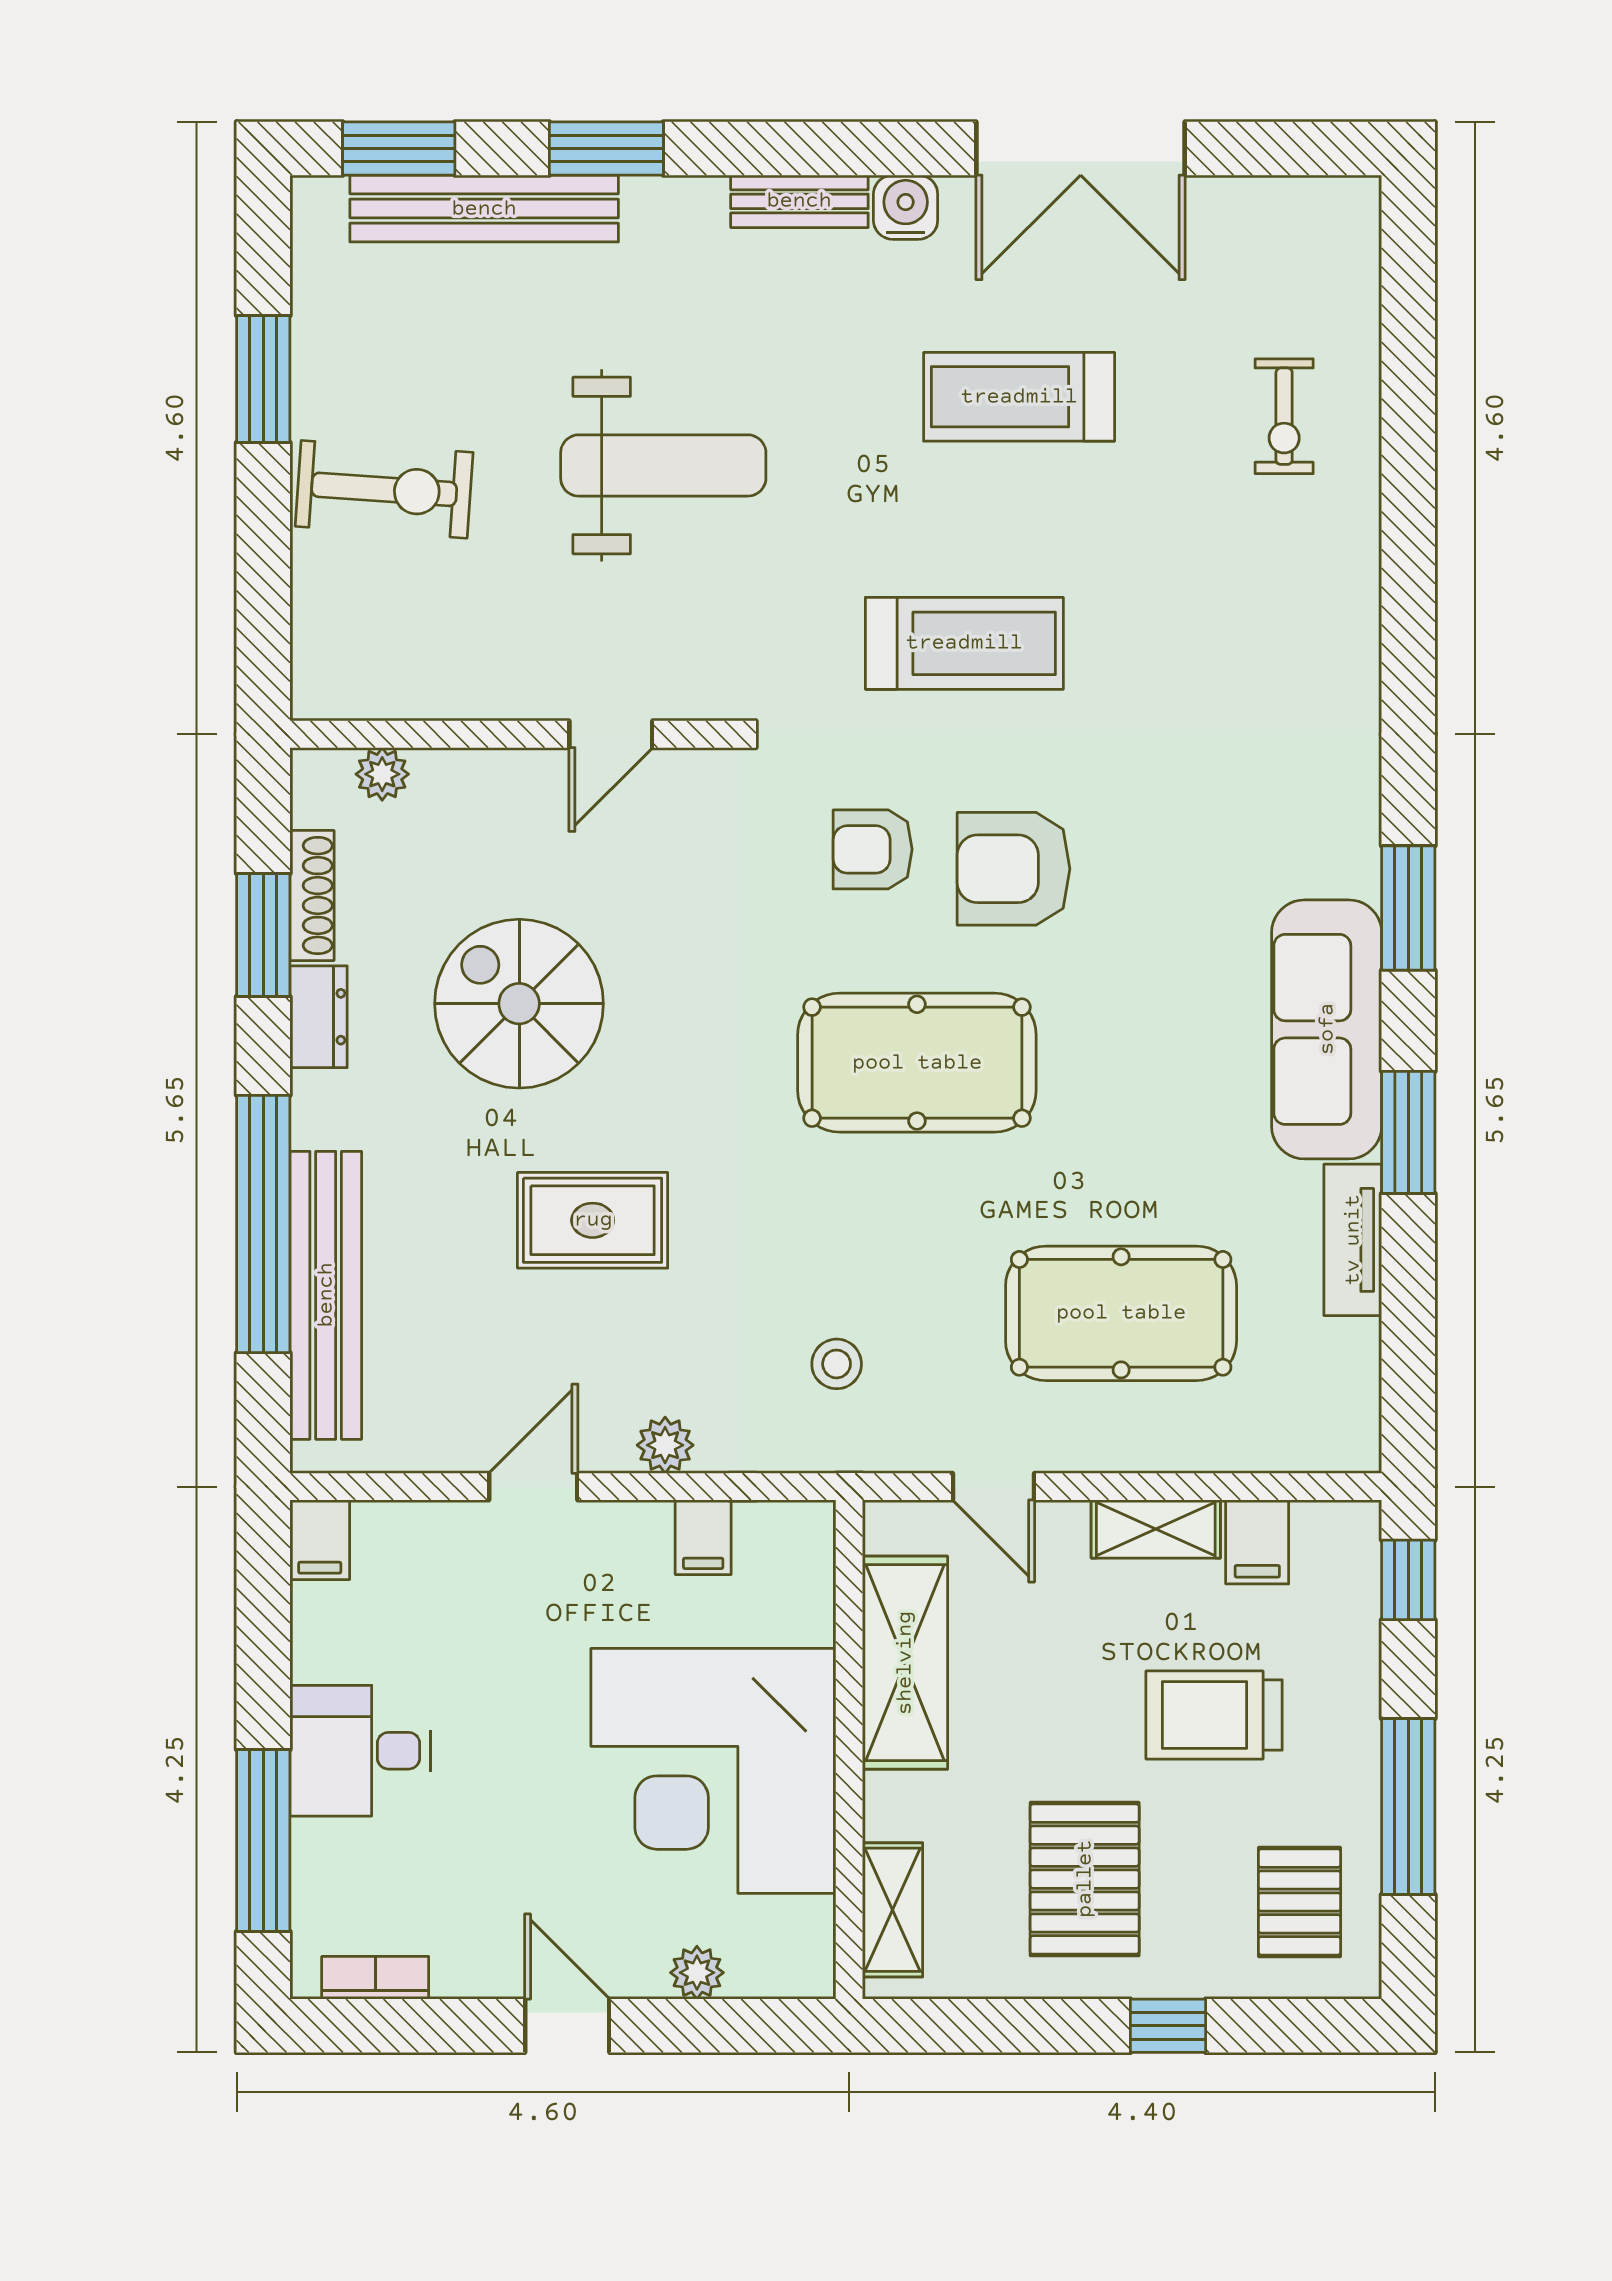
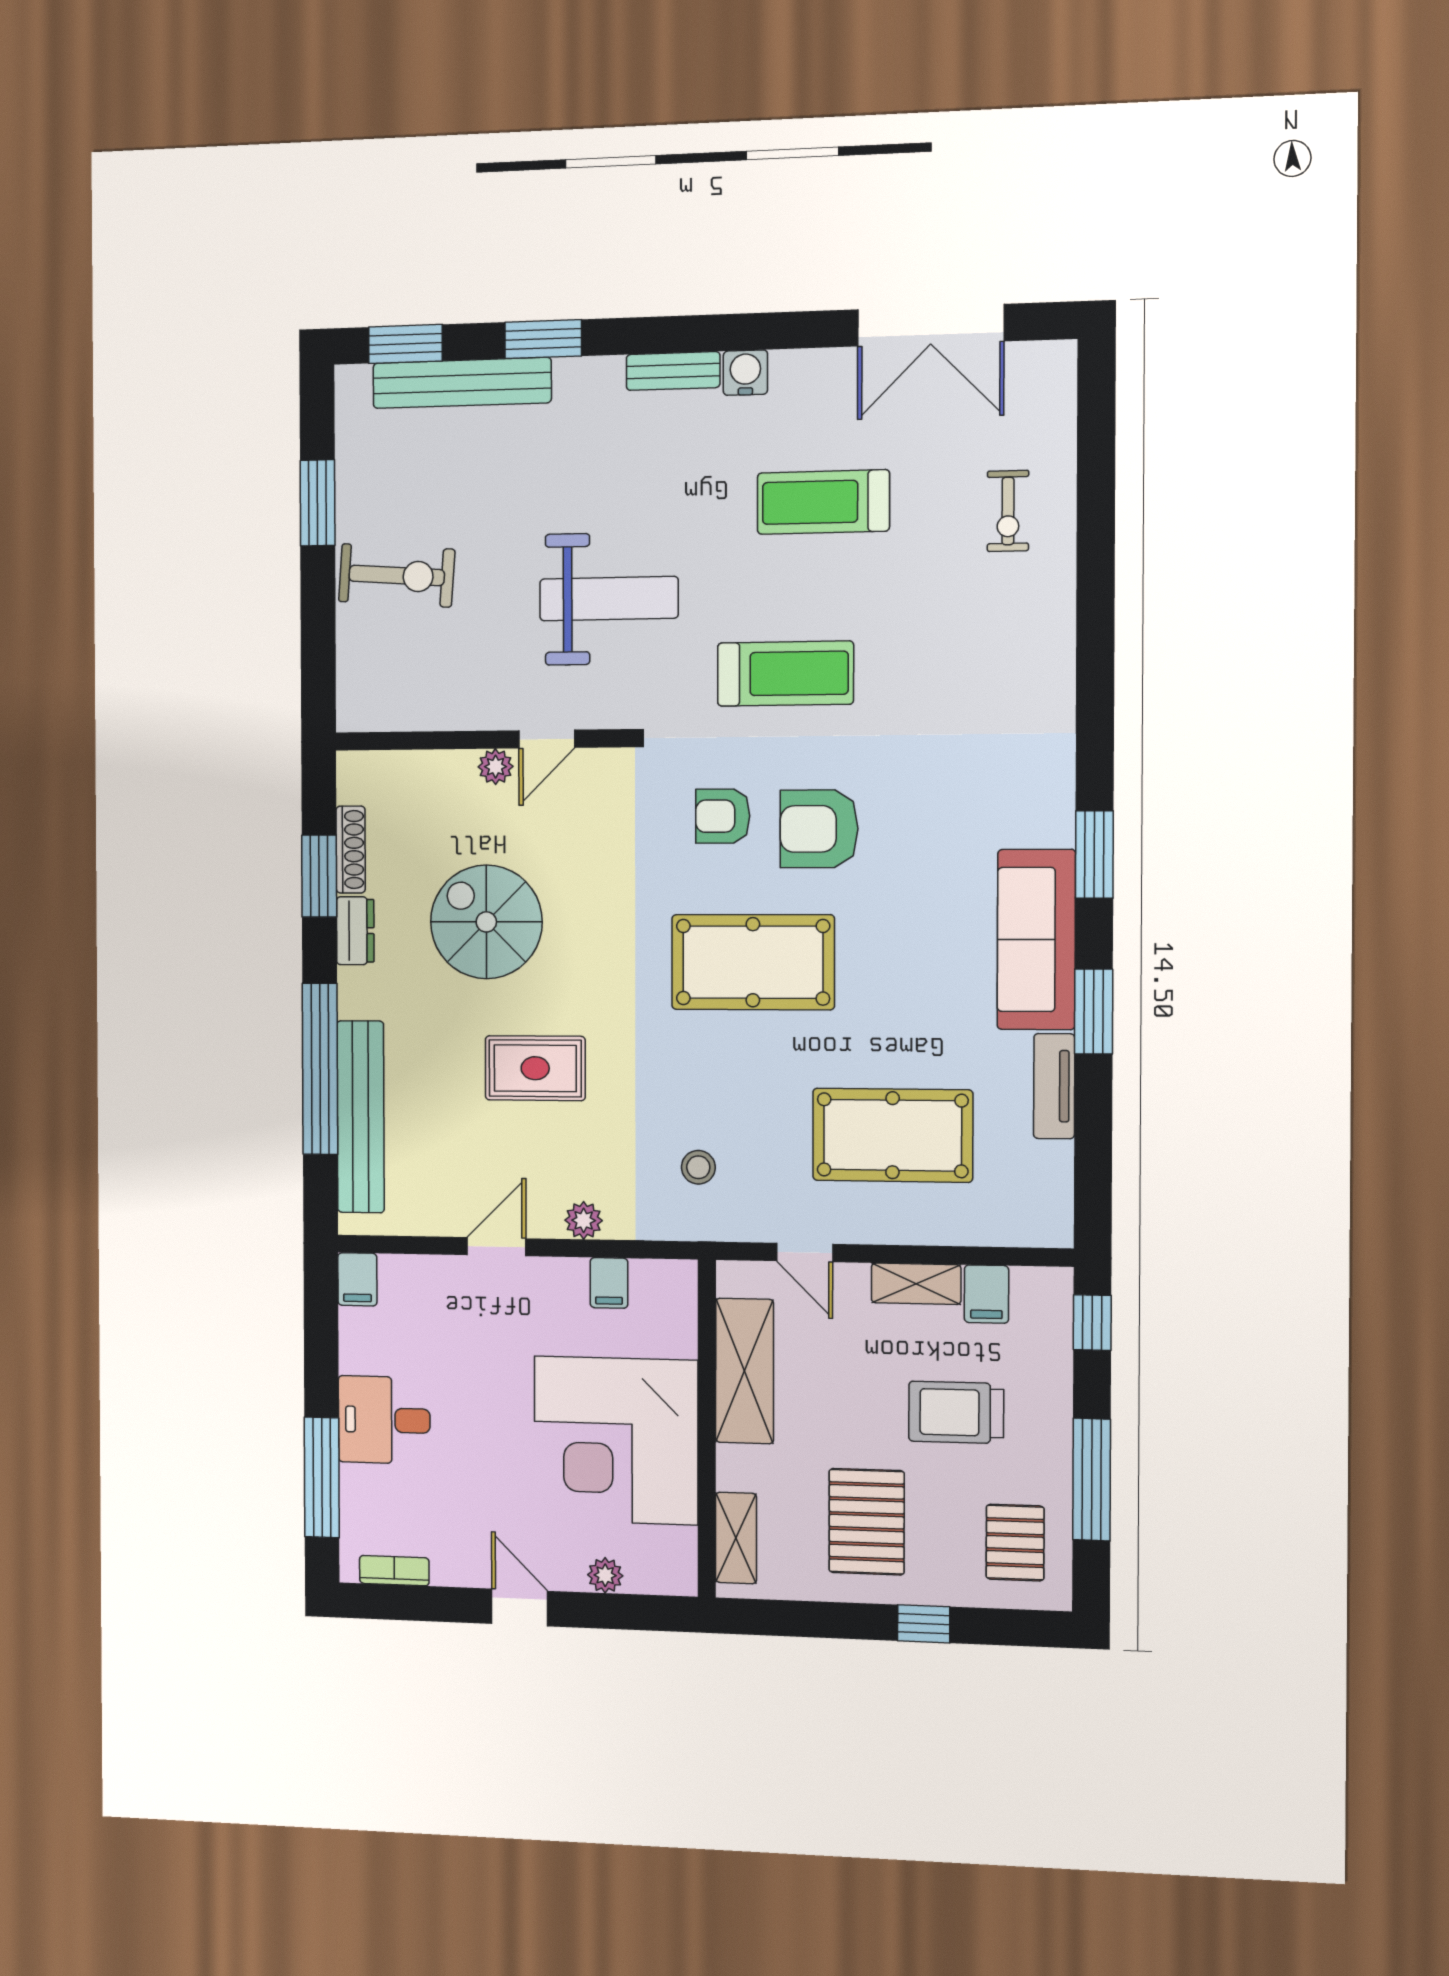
double door: (1081, 148) -> (931, 325), moved
weight bench: (663, 465) -> (609, 599), moved
plant: (382, 774) -> (496, 767), moved

